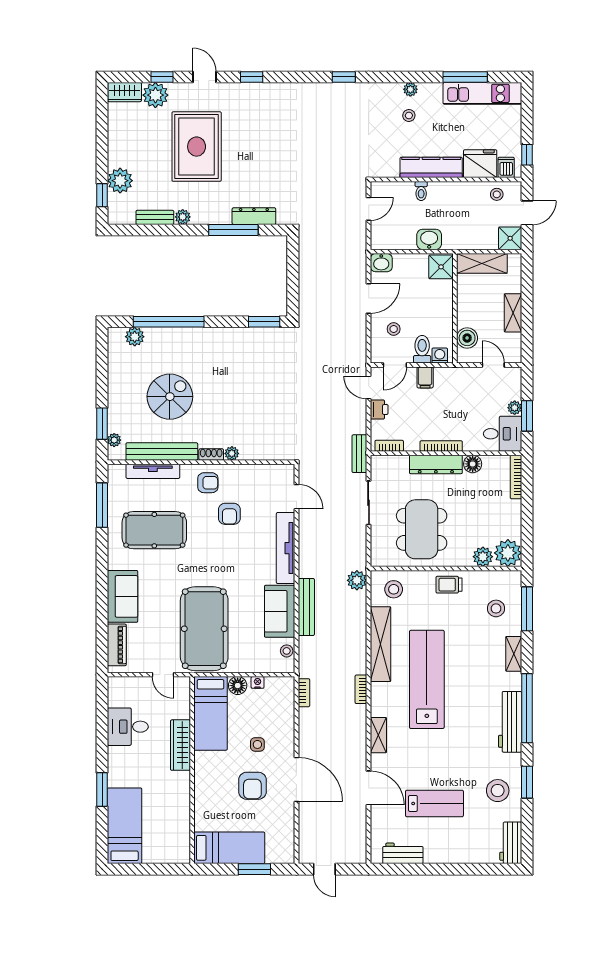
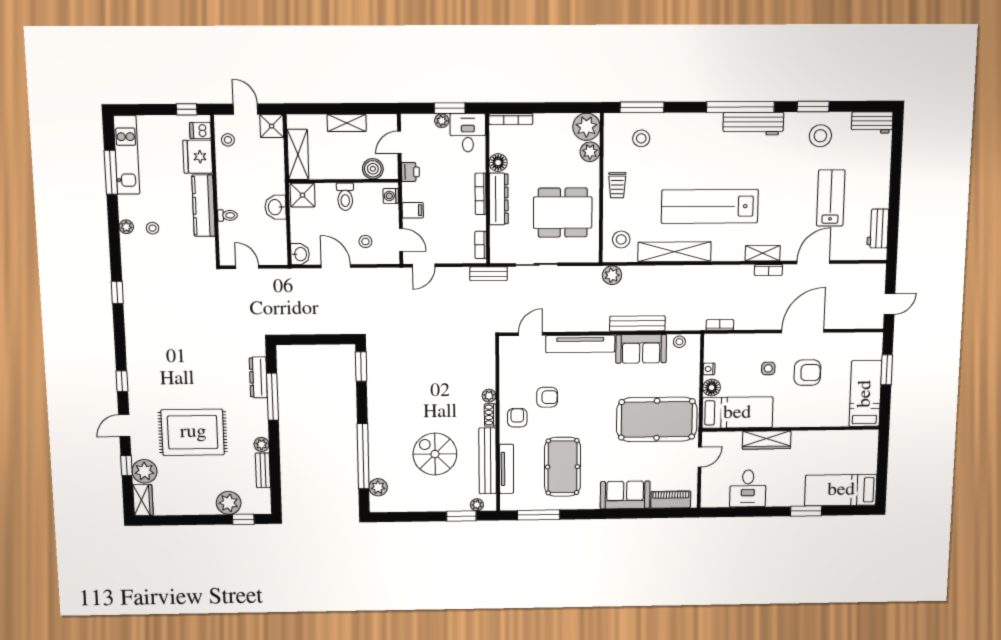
toilet: (422, 349) -> (345, 197), moved, turned -90
printer: (379, 409) -> (410, 172), moved, turned 90
shelving: (514, 654) -> (686, 120), removed
bookcase: (361, 689) -> (768, 270), moved

